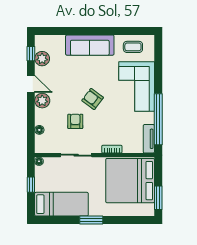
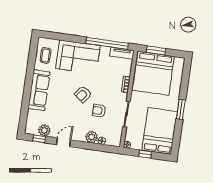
plant: (42, 101) -> (92, 137), moved
window: (158, 198) -> (156, 50), moved
bed: (61, 204) -> (160, 131), width x1.50

